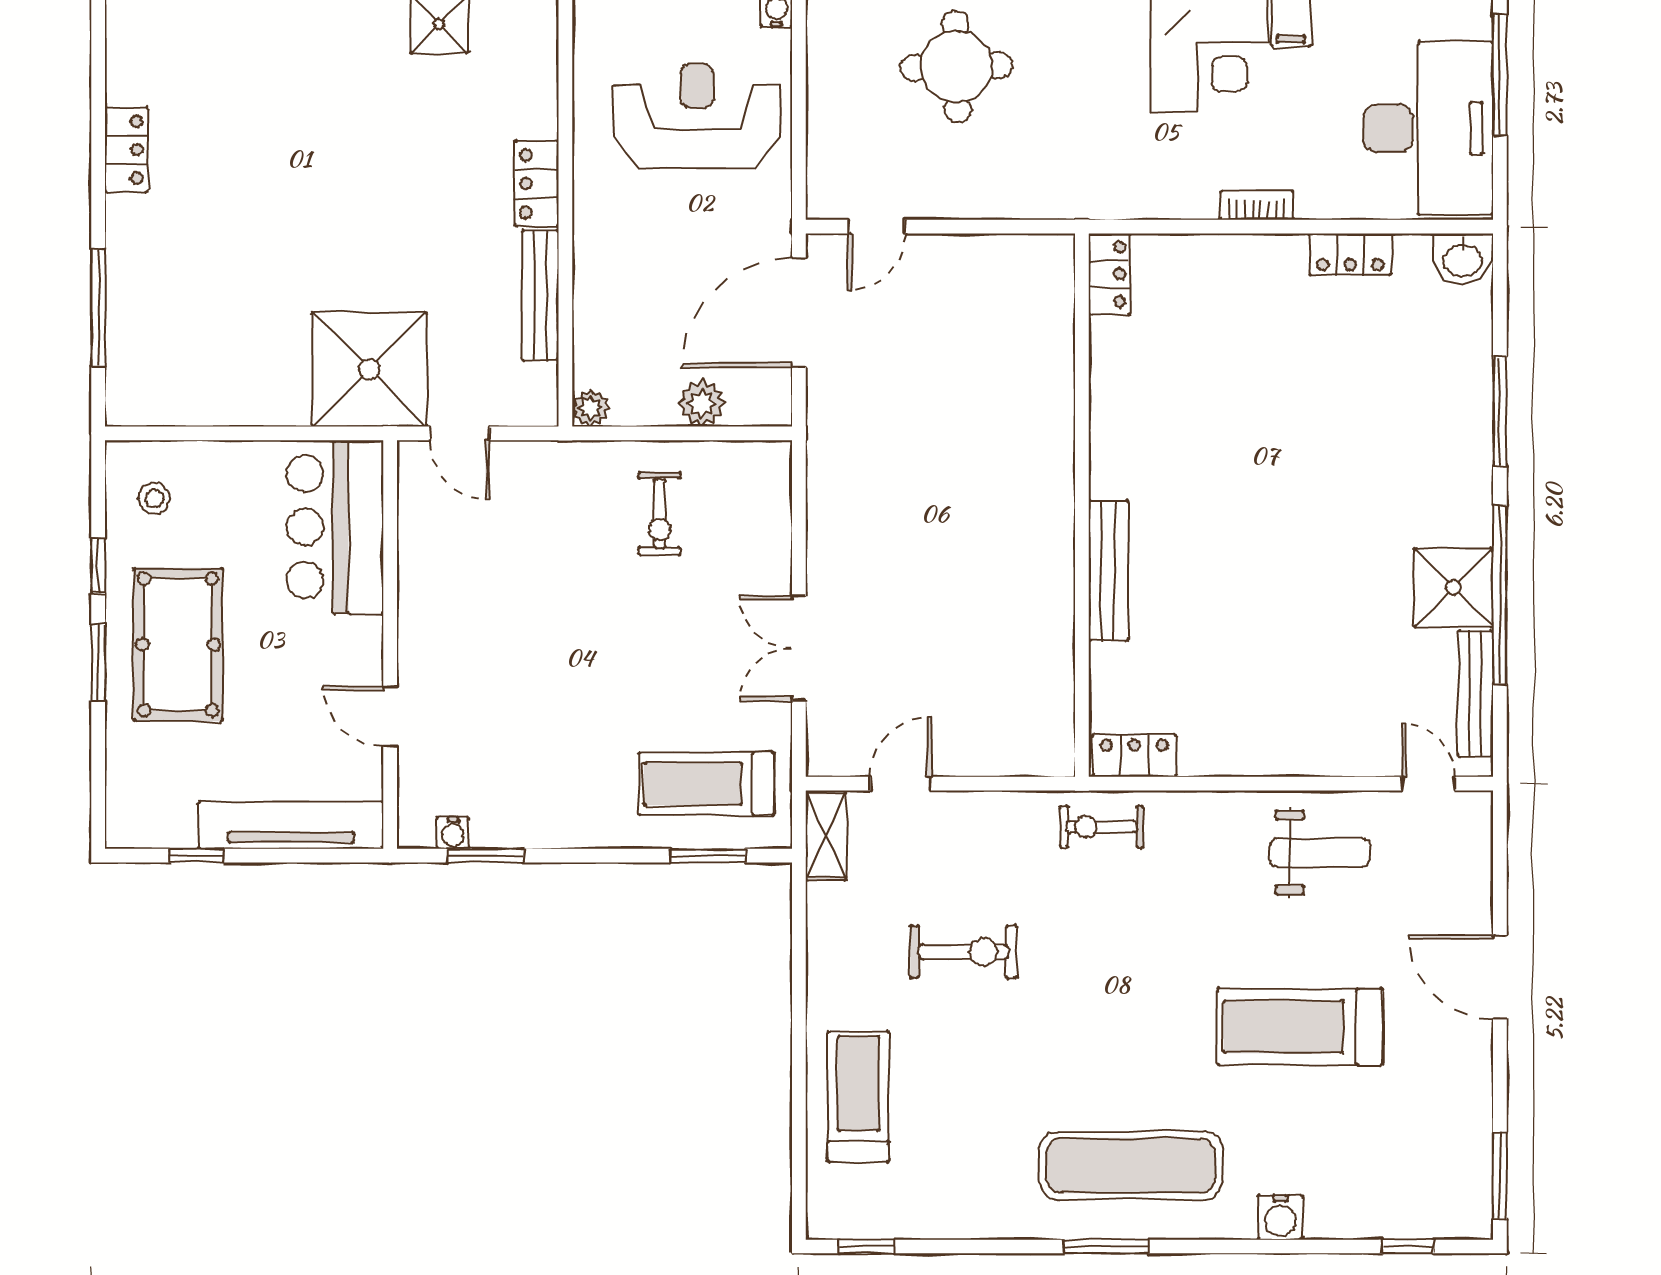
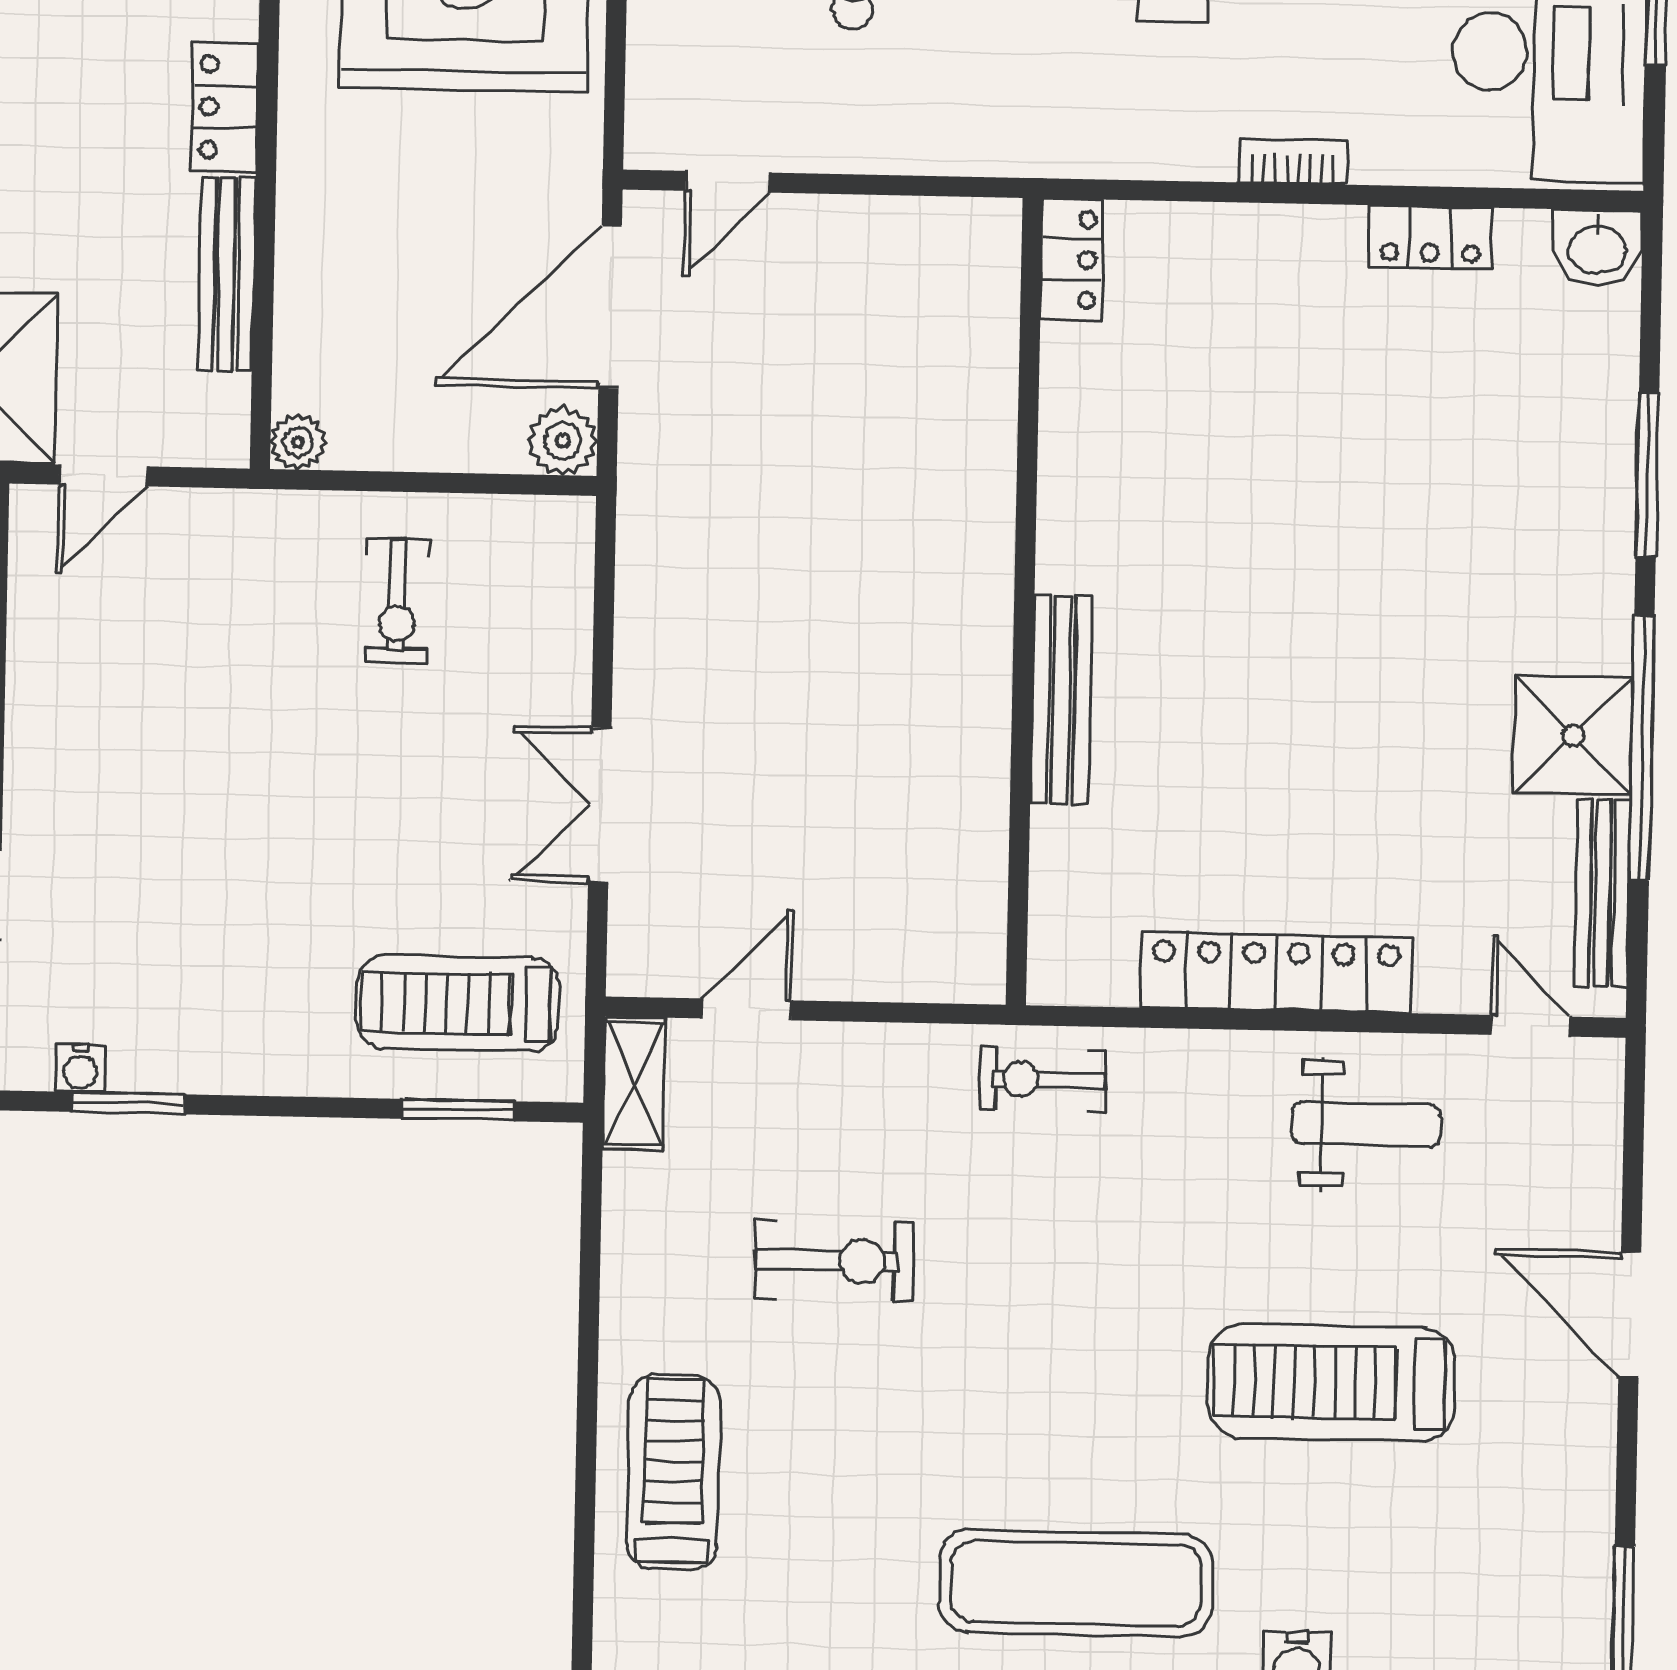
plant: (702, 403) -> (563, 441), moved
door: (460, 433) -> (103, 476), hinge flipped
locker: (1134, 756) -> (1276, 972), moved, width x2.16, depth x1.21

